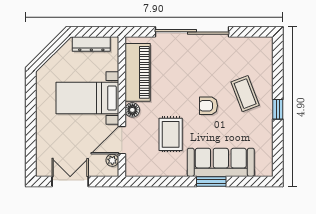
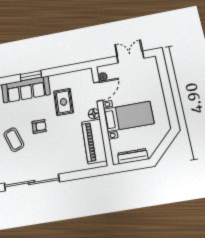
sliding door: (192, 32) -> (32, 183), moved
double door: (70, 181) -> (130, 57), swing flipped

